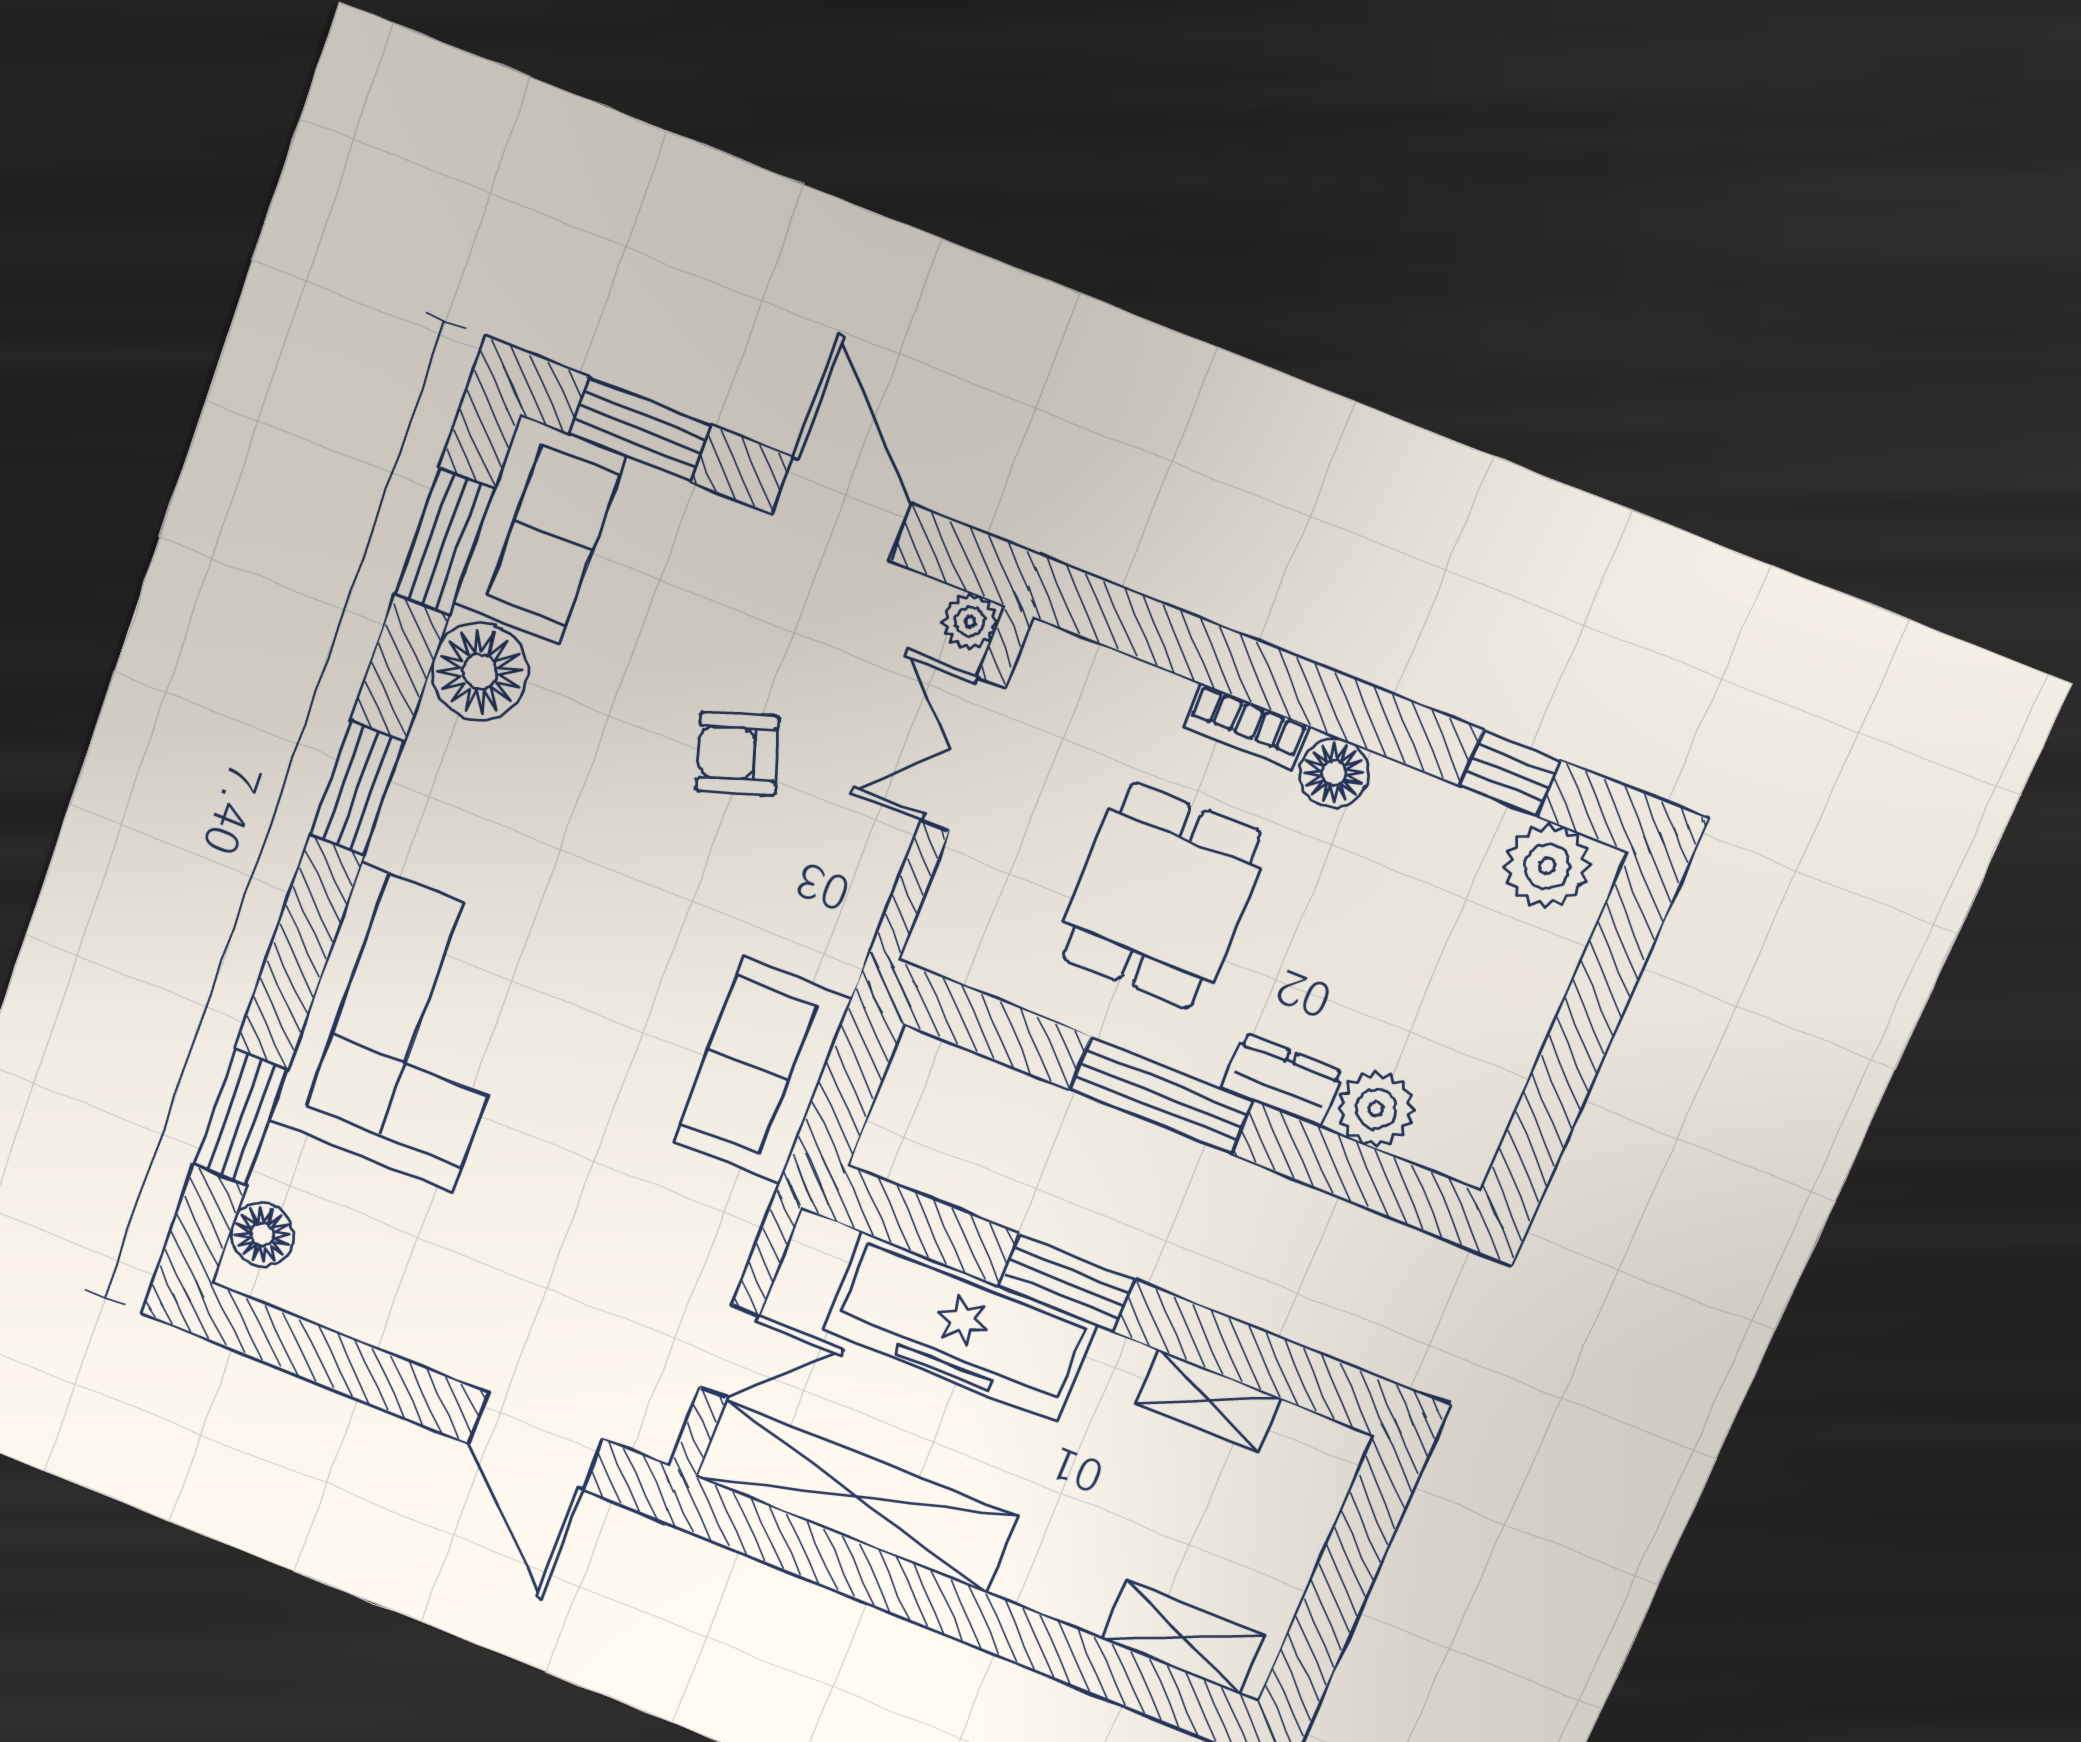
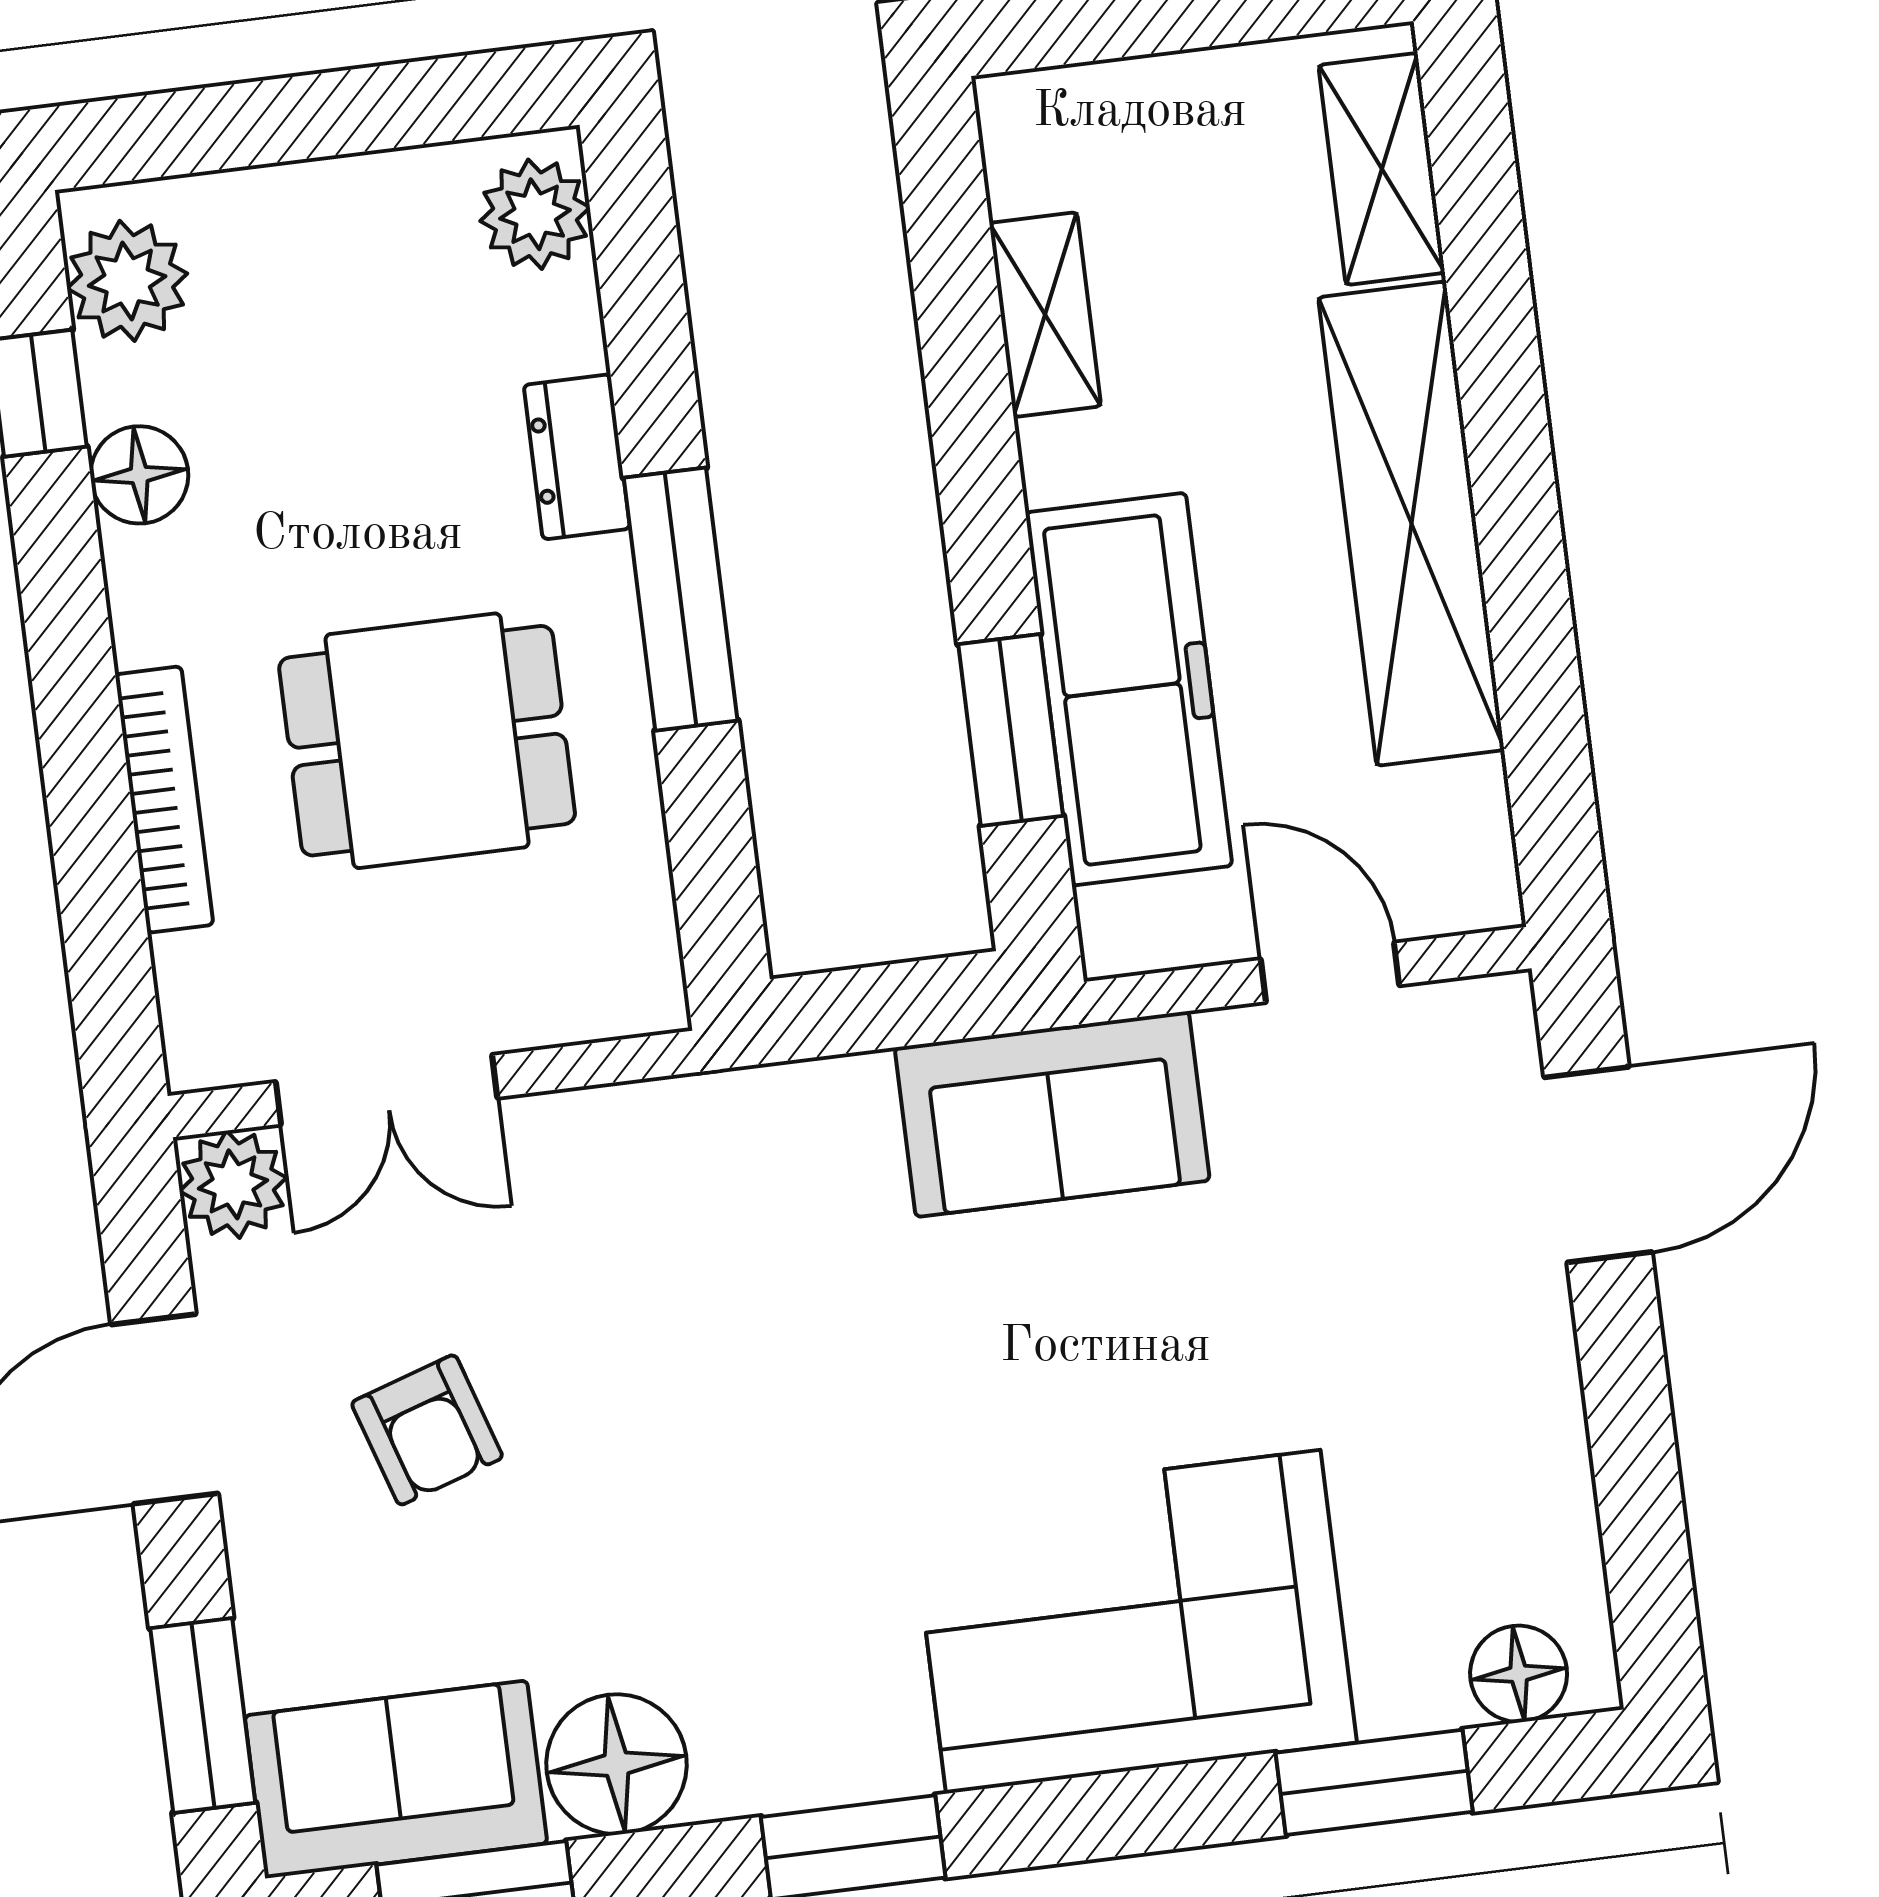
plant: (970, 622) -> (233, 1184), width x1.38, depth x1.38
bookcase: (1247, 726) -> (164, 800), width x1.56
armchair: (738, 753) -> (427, 1430), moved
floor lamp: (1334, 773) -> (139, 475), moved
sofa: (762, 1070) -> (1052, 1114), moved
plant: (1376, 1109) -> (535, 214), moved
window: (1066, 1283) -> (1011, 730), moved
shelving: (856, 1497) -> (1411, 524), moved

